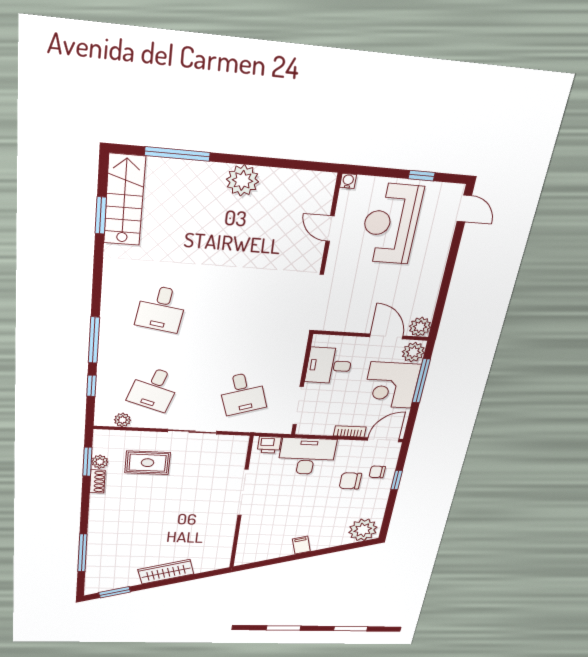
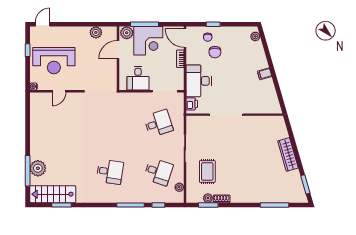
plant: (243, 180) -> (38, 168), moved
plant: (420, 327) -> (96, 32), moved
plant: (363, 530) -> (255, 36), width x0.53, depth x0.53

